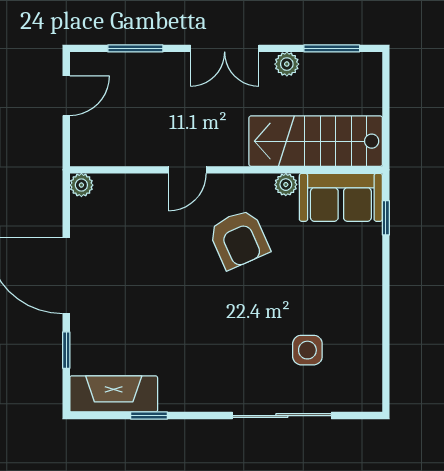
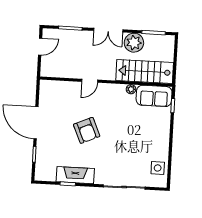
plant: (287, 64) -> (134, 43), width x1.87, depth x1.87
plant: (81, 185) -> (44, 85), removed
armchair: (239, 239) -> (87, 130), moved
side table: (307, 350) -> (158, 168), moved
fireplace: (114, 394) -> (75, 175), moved

